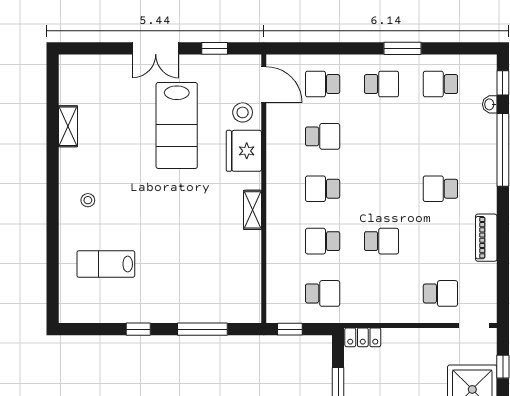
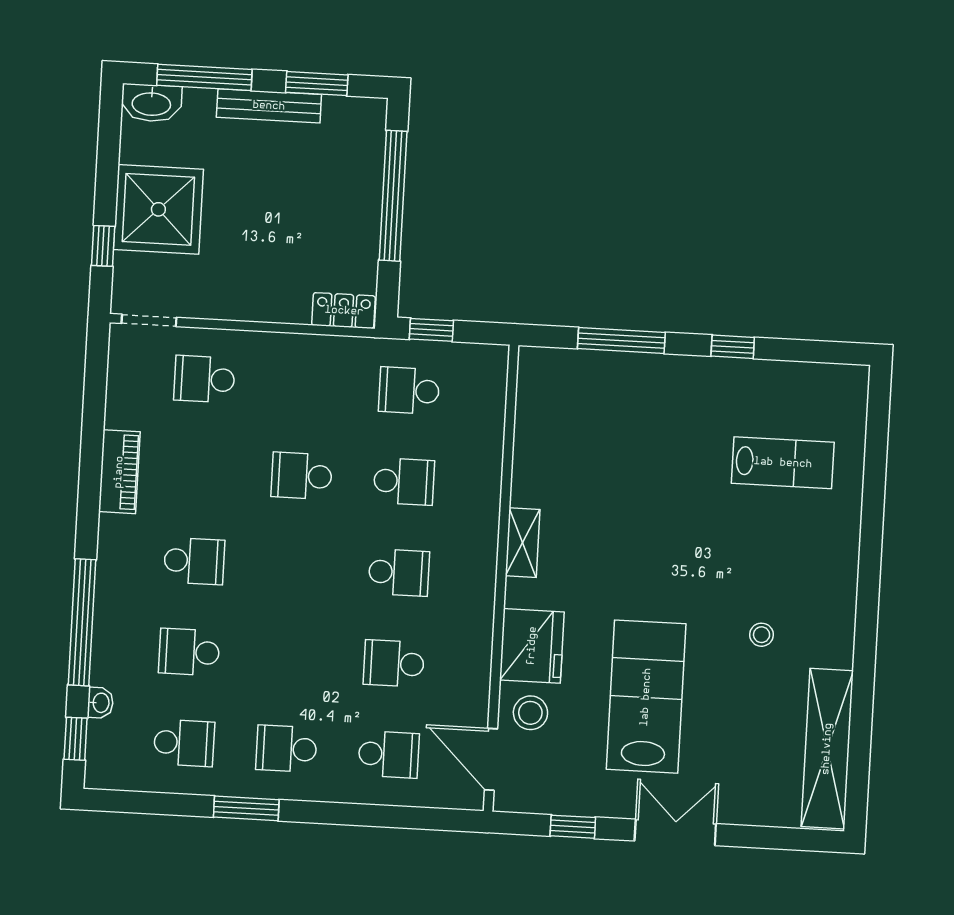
shelving: (68, 126) -> (827, 749), width x2.20, depth x1.33
school desk: (440, 136) -> (189, 652), added
stool: (88, 200) -> (762, 635), moved
window: (290, 329) -> (431, 330), moved

